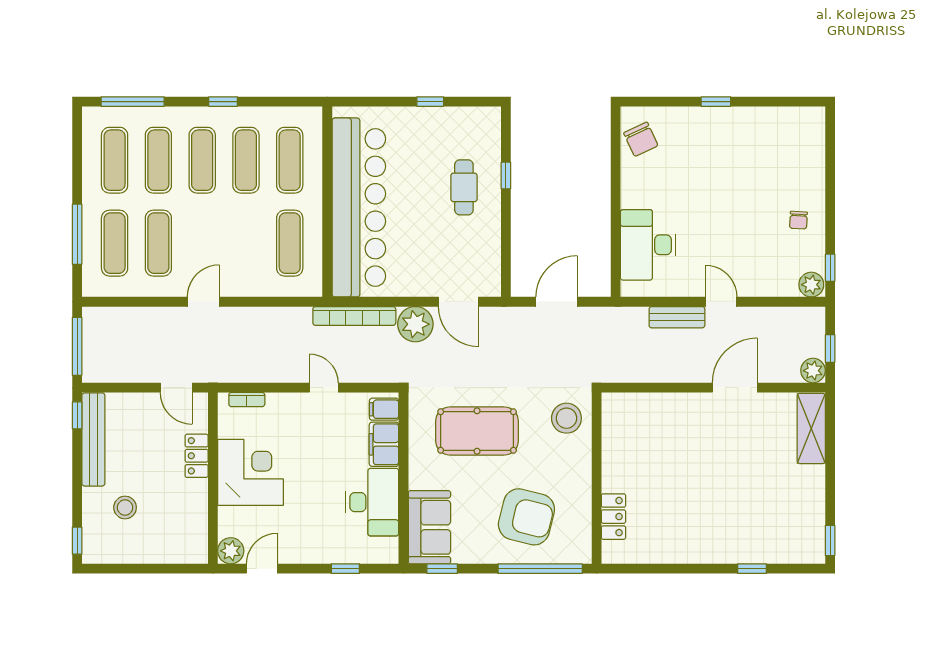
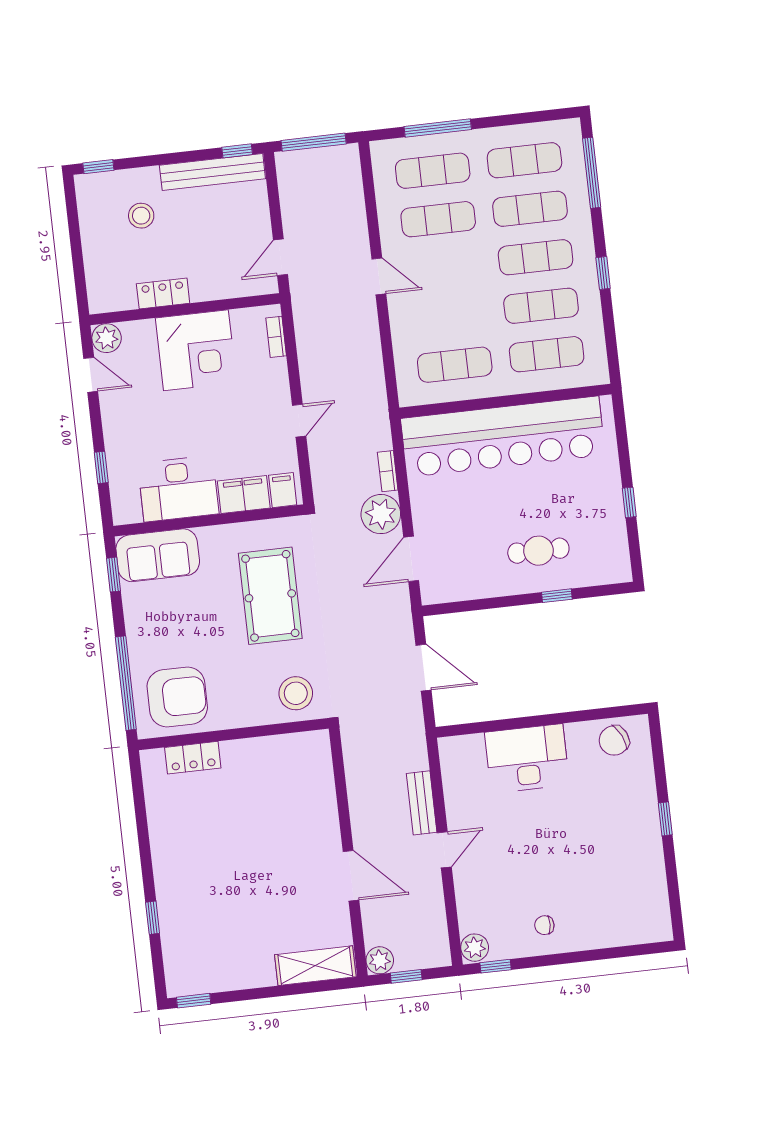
desk: (648, 245) -> (527, 758), moved
bookcase: (354, 316) -> (388, 471), width x0.43, depth x0.76
locker: (197, 456) -> (163, 293), moved
armchair: (526, 517) -> (177, 697), moved, turned -104

